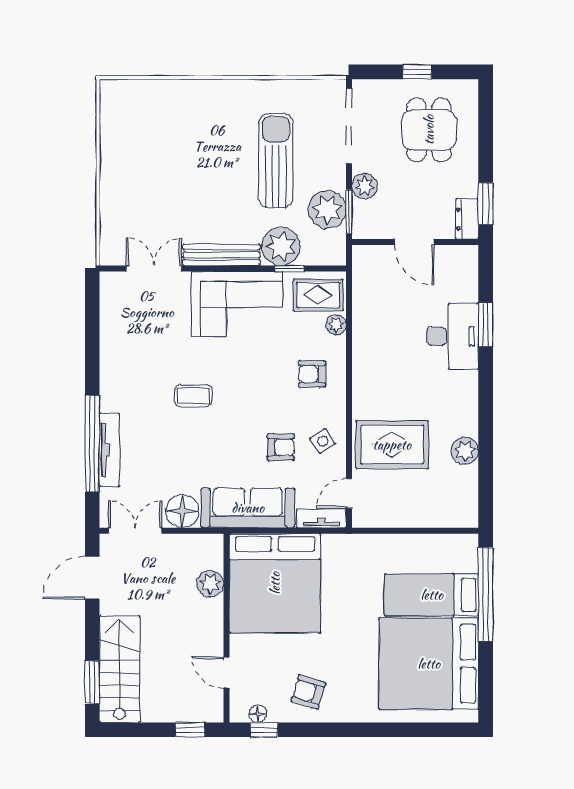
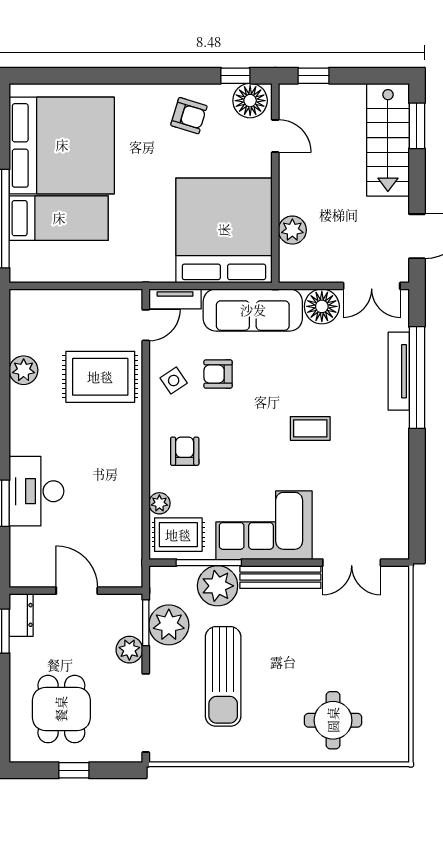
round table: (172, 119) -> (333, 720), added
window: (289, 269) -> (209, 563), width x2.17
armchair: (312, 374) -> (185, 451), turned -90
floor lamp: (258, 714) -> (250, 101), width x1.89, depth x1.89

